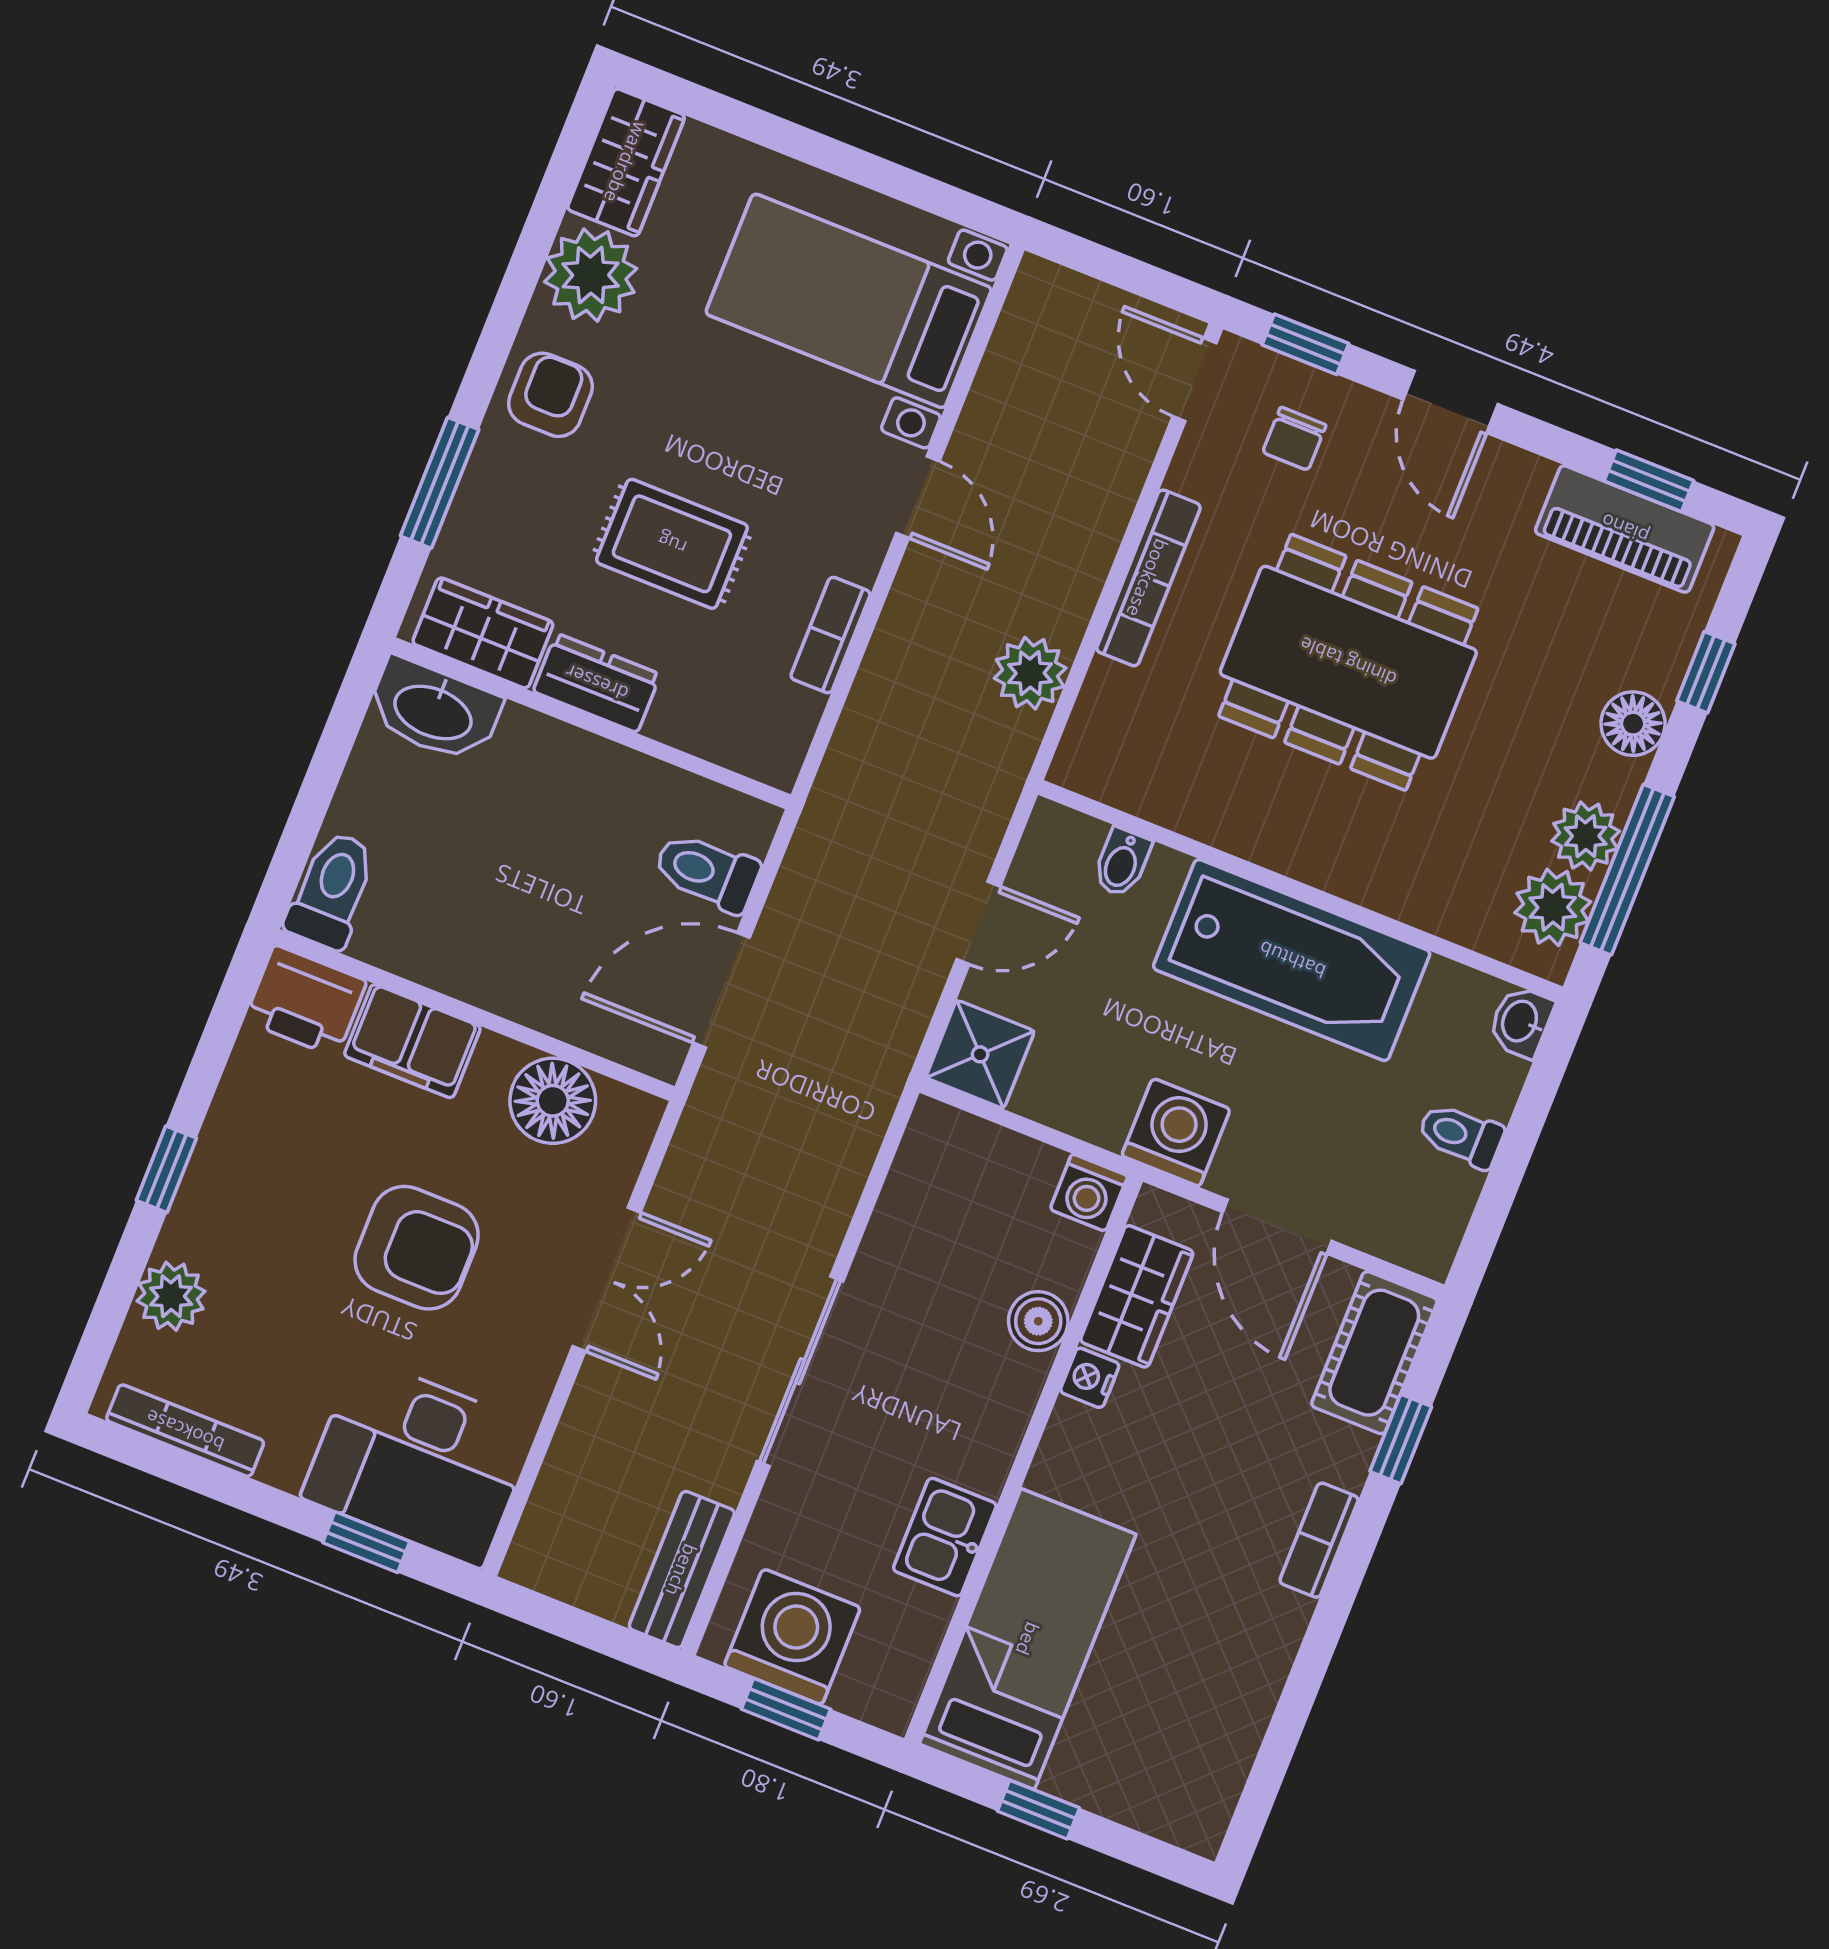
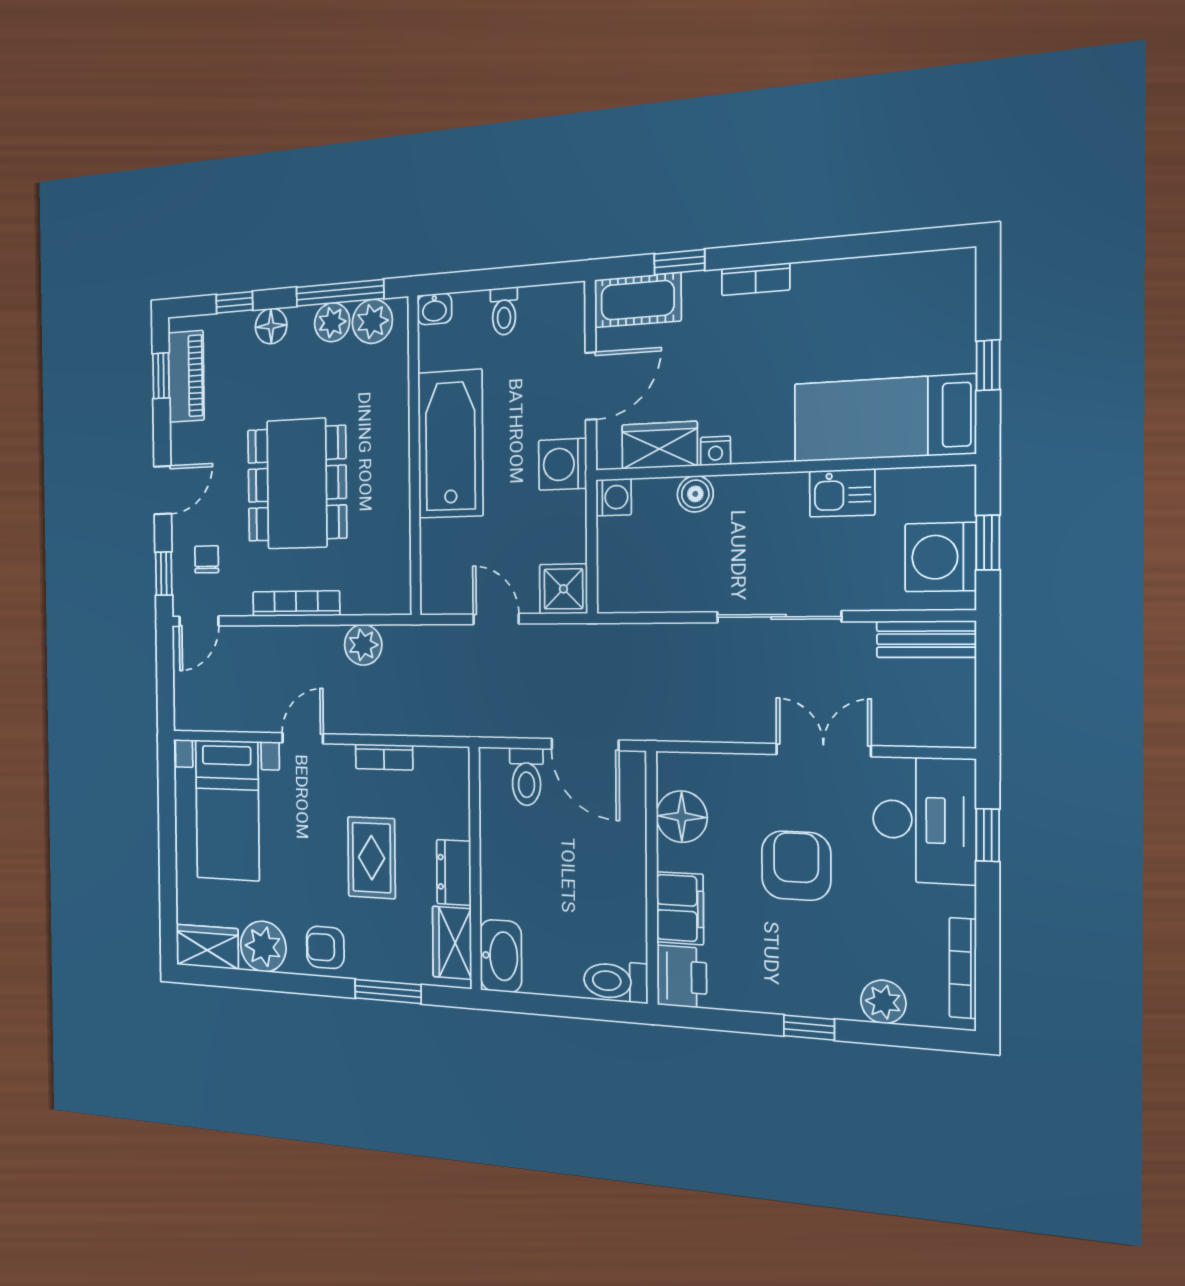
chair: (1294, 439) -> (207, 559), turned -90
bidet: (1122, 862) -> (436, 556), removed
double door: (606, 1279) -> (823, 750), moved

